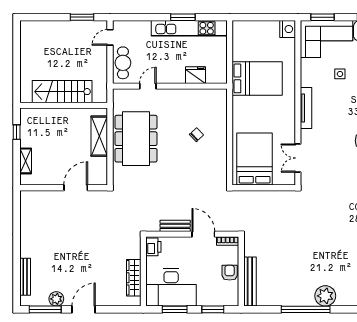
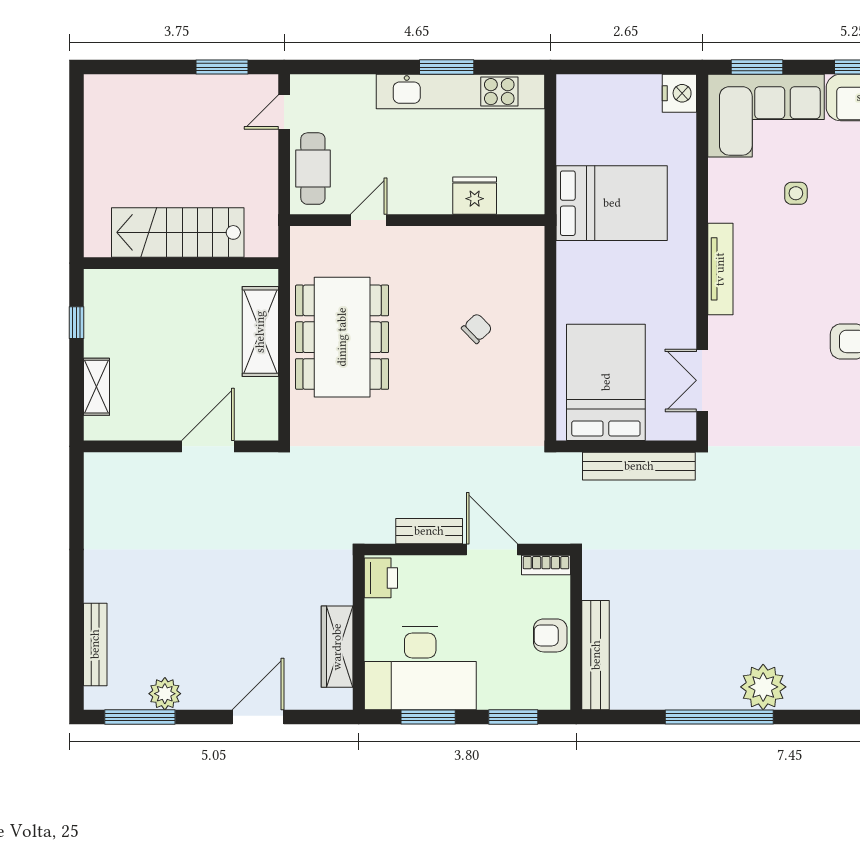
bench: (269, 197) -> (639, 466), added
armchair: (230, 273) -> (550, 635), turned -90
door: (84, 309) -> (258, 717), moved

